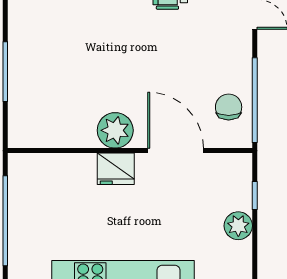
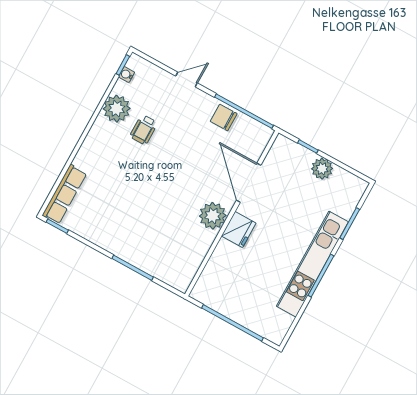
chair: (229, 107) -> (224, 118), moved
door: (176, 151) -> (249, 183), hinge flipped

